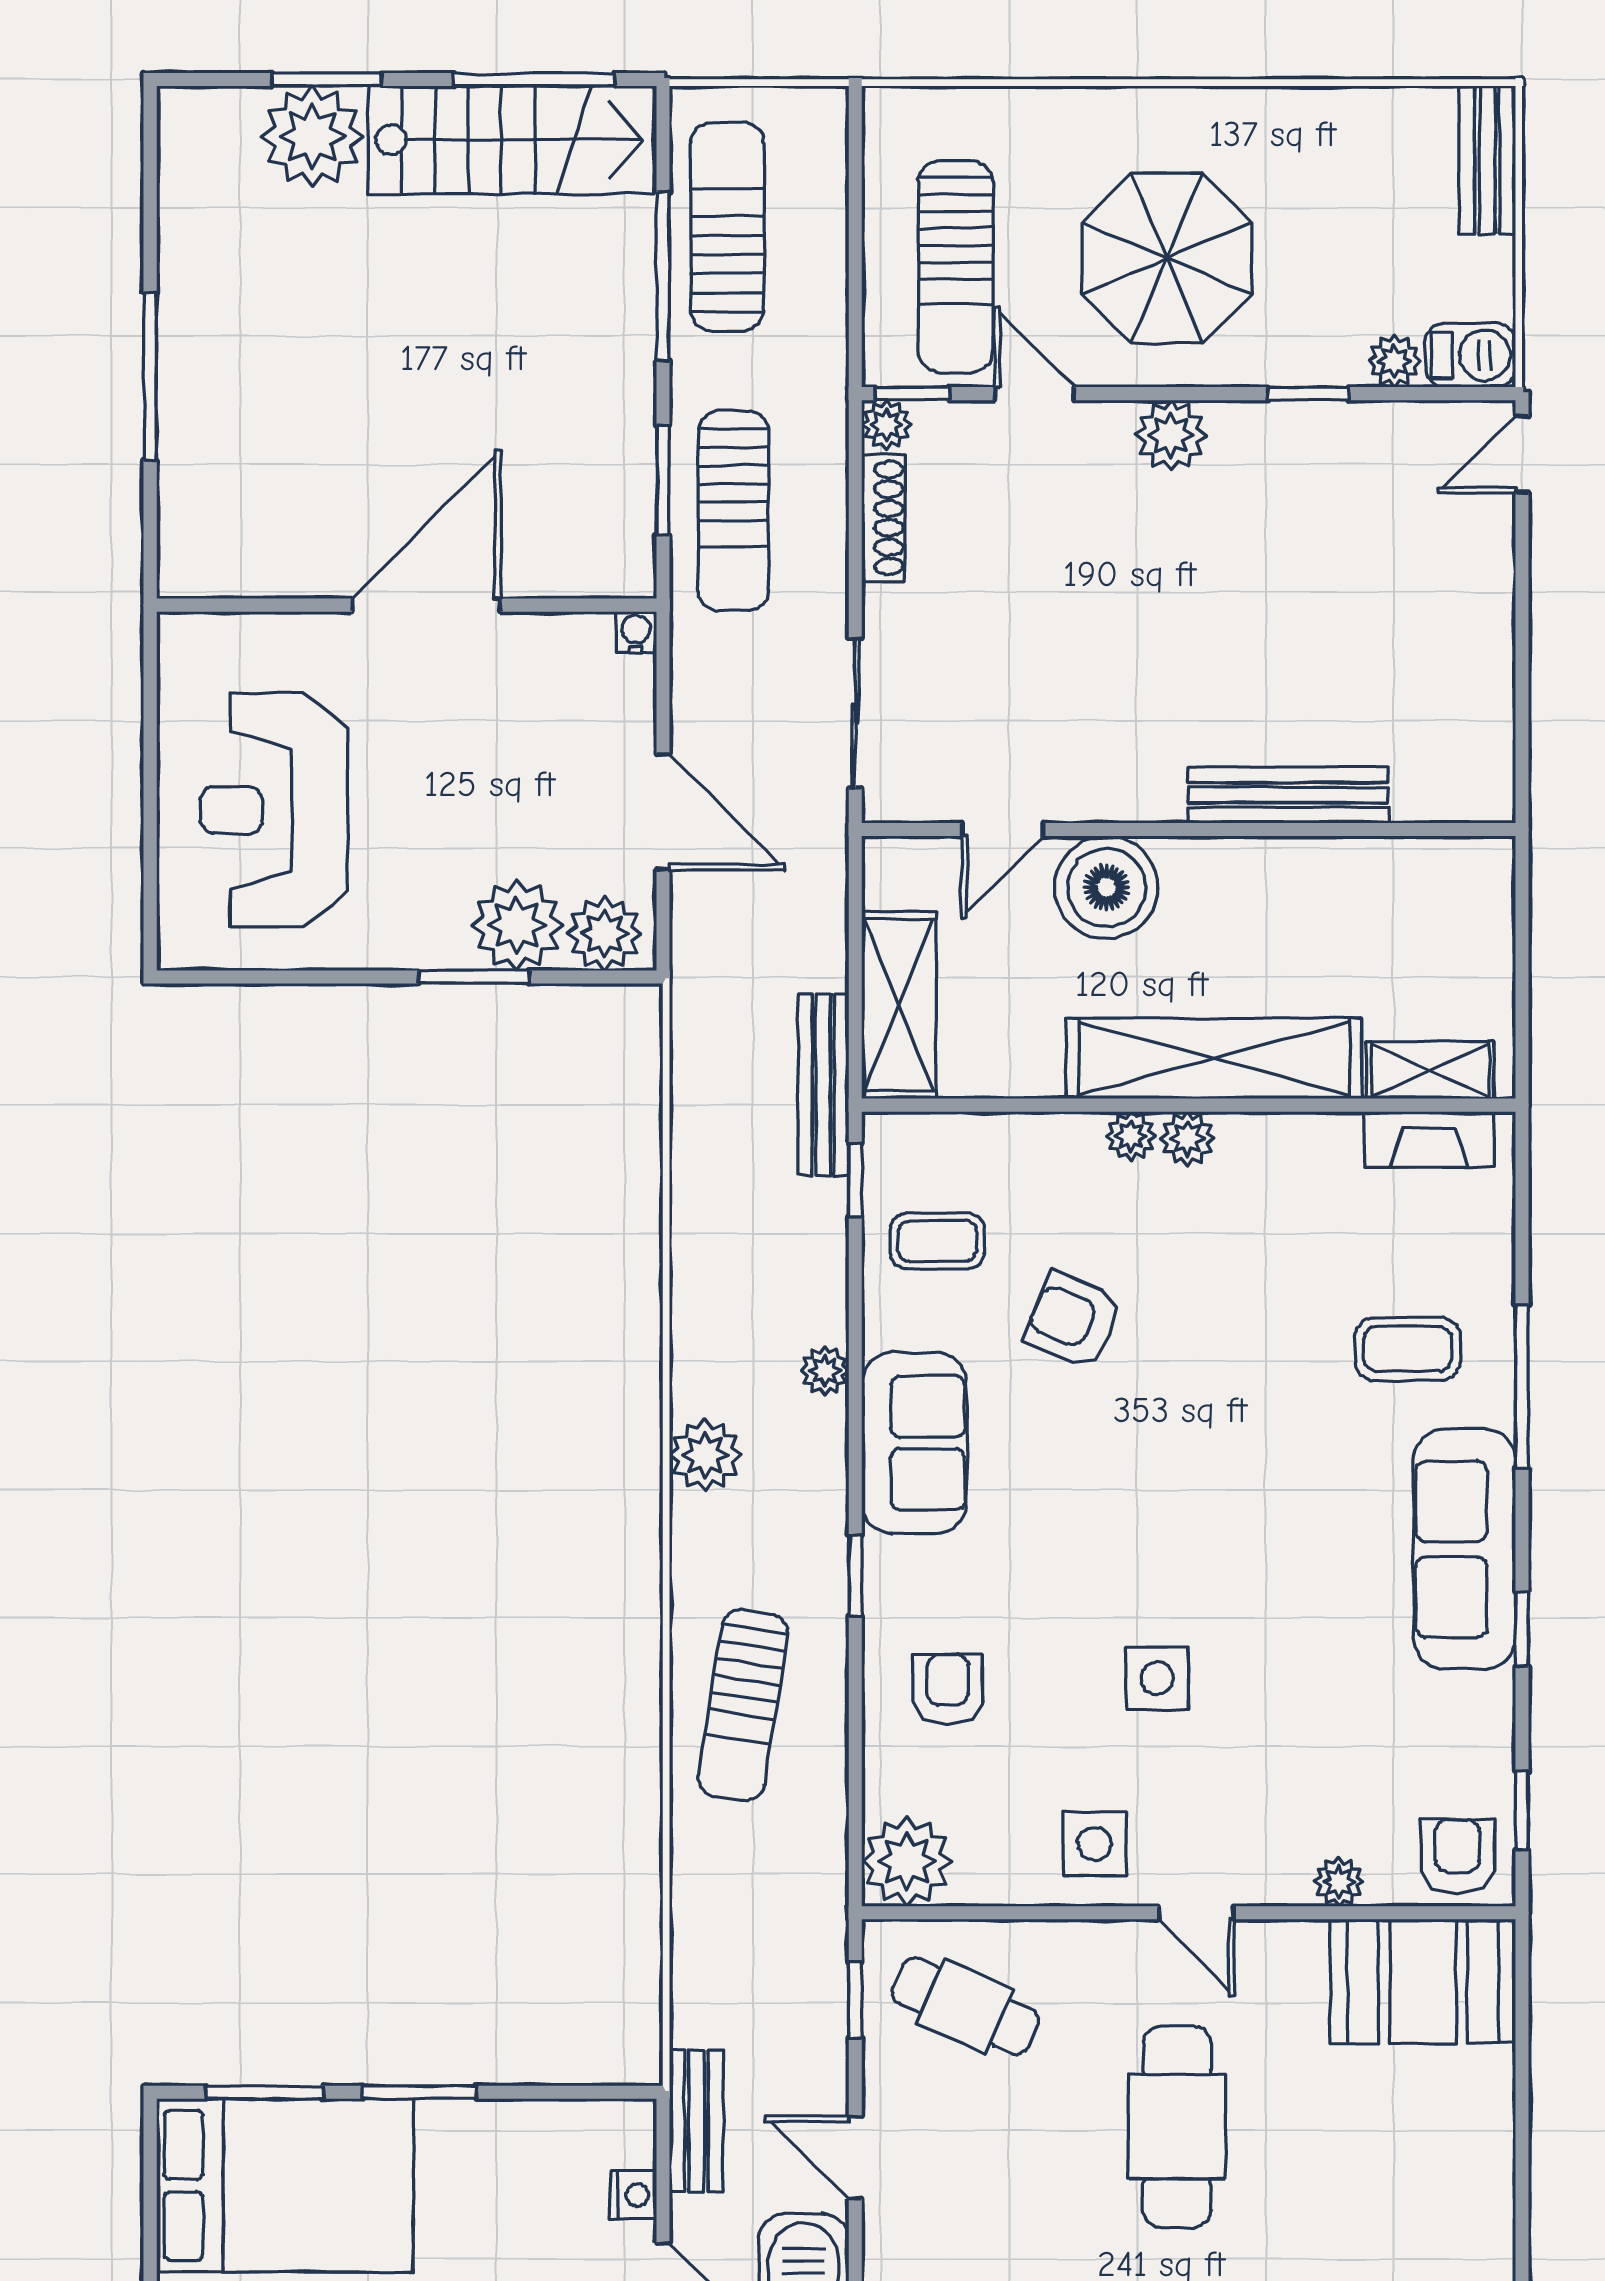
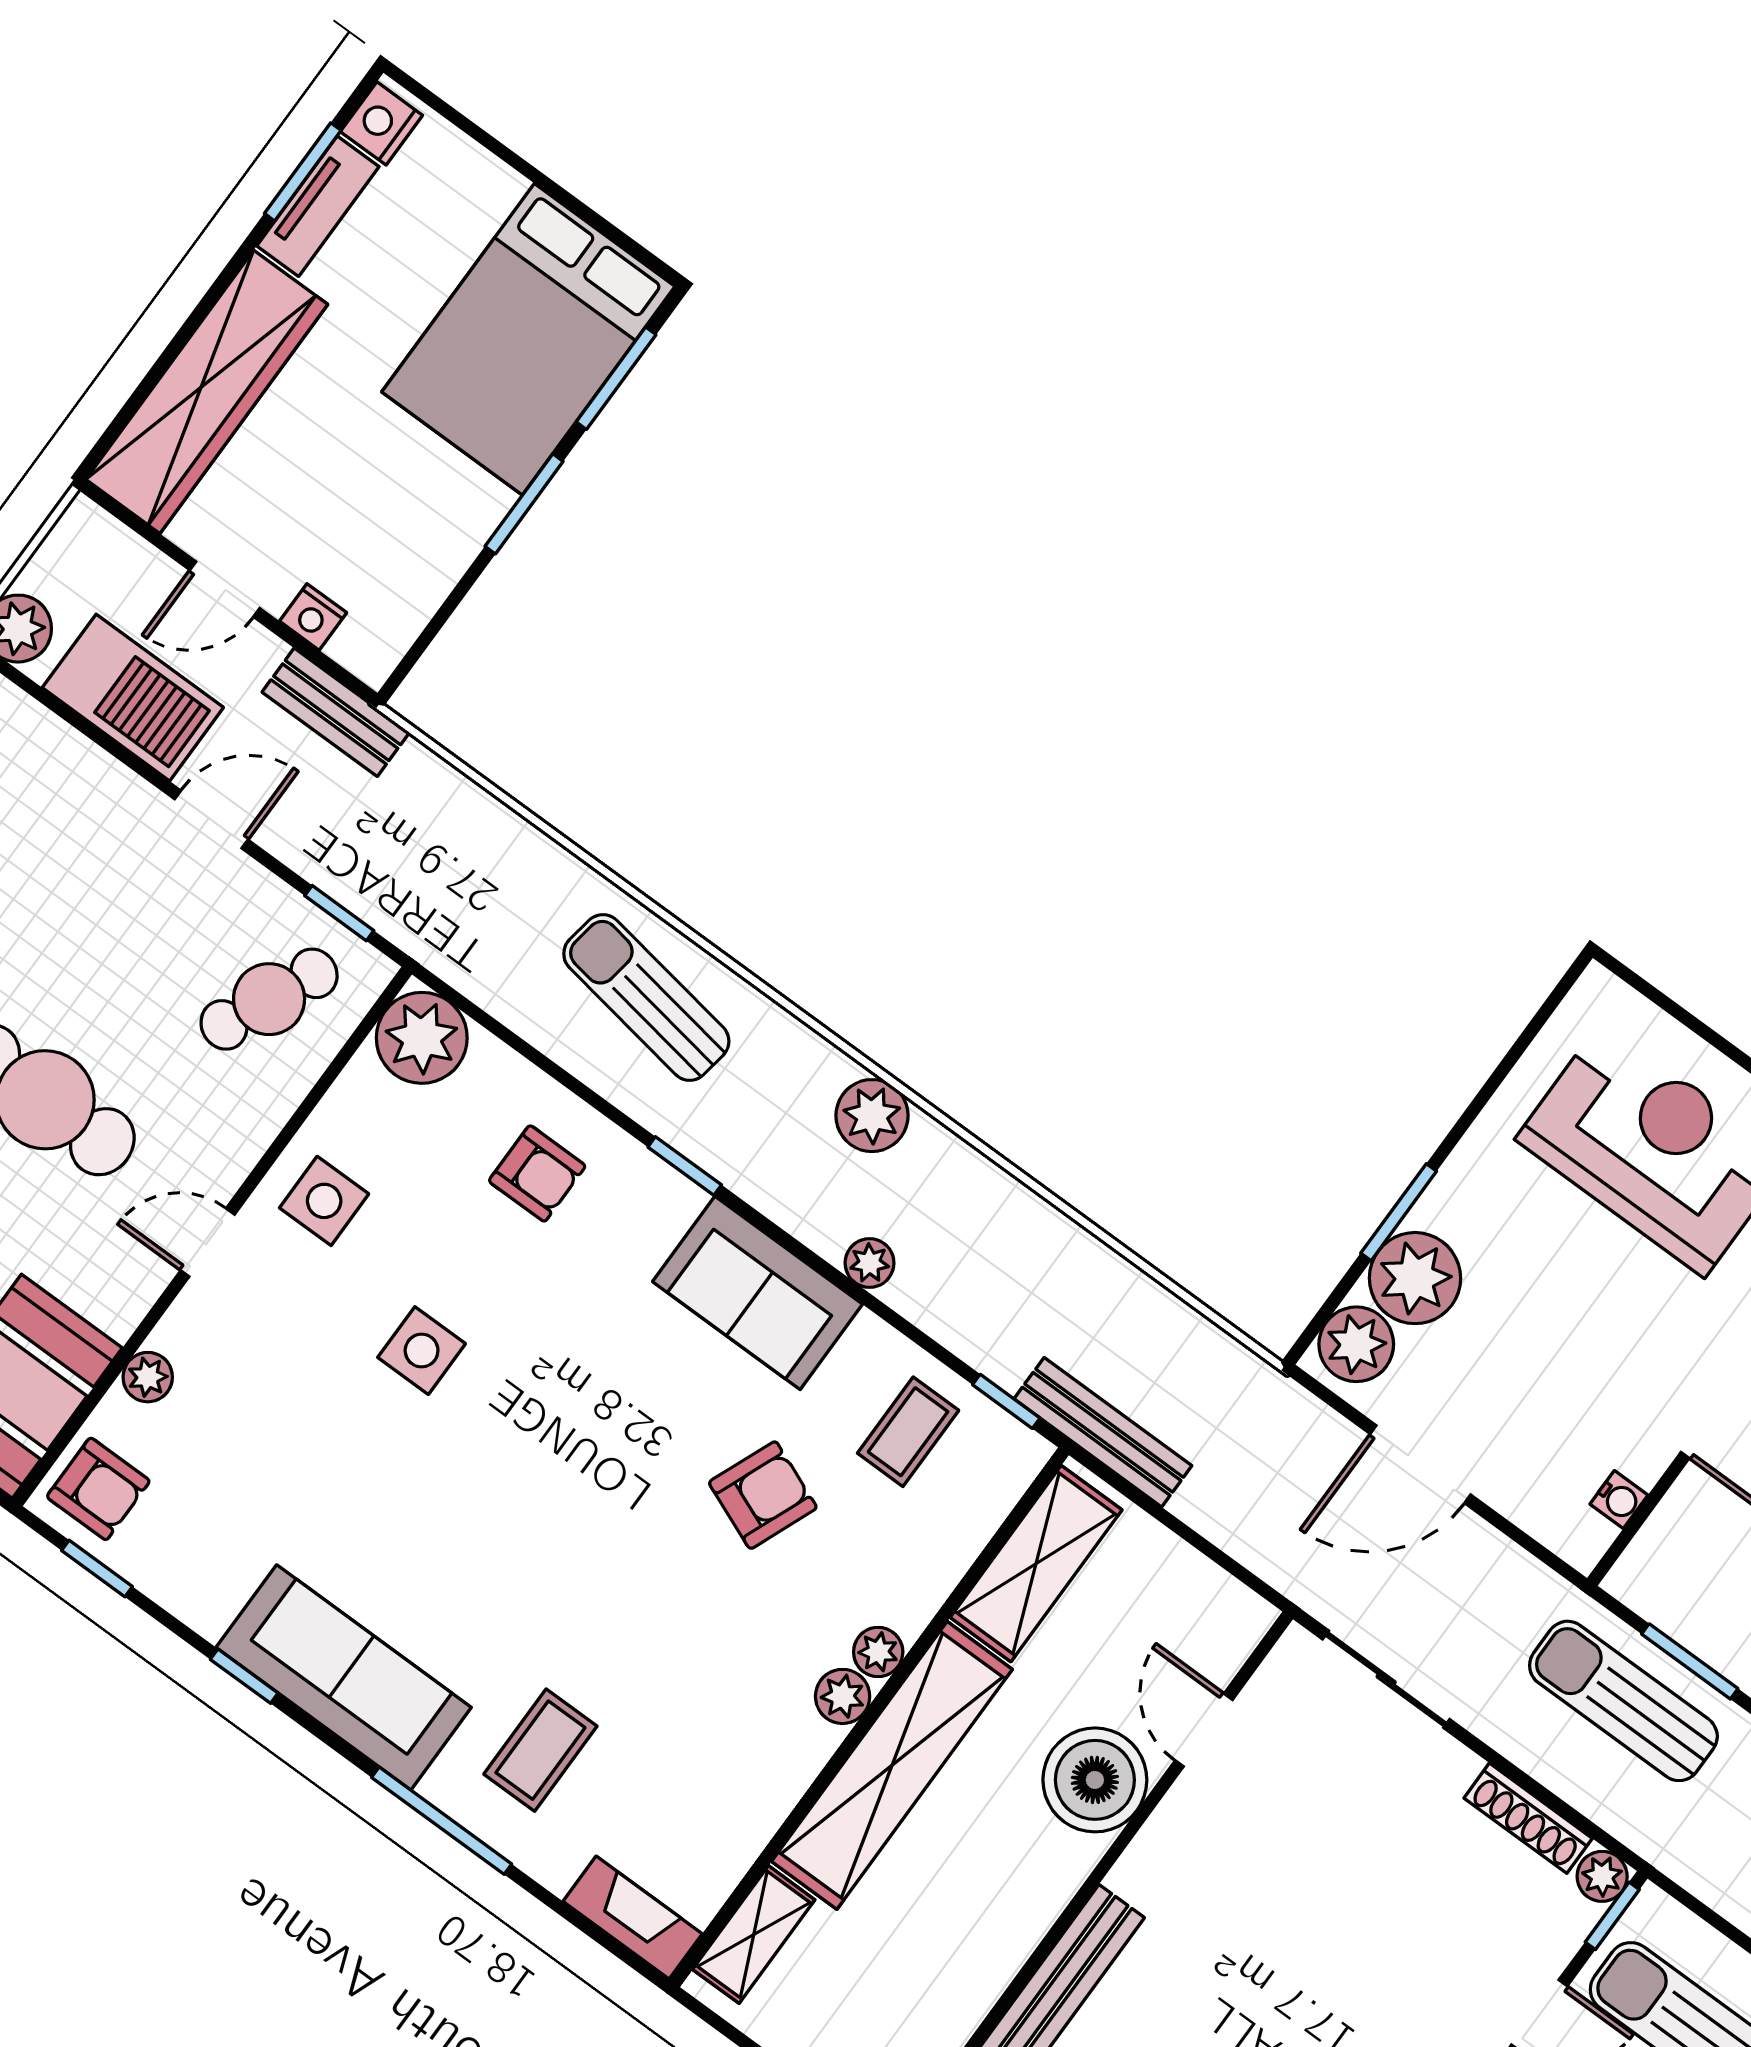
water cooler: (636, 632) -> (1619, 1500), moved
shelving: (899, 1005) -> (1036, 1564), moved, turned 90
fireplace: (1429, 1139) -> (633, 1918), moved, turned 90

